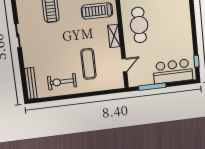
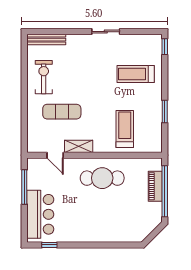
shelving: (114, 36) -> (79, 146), moved

